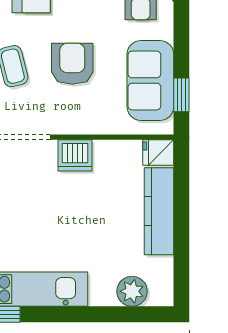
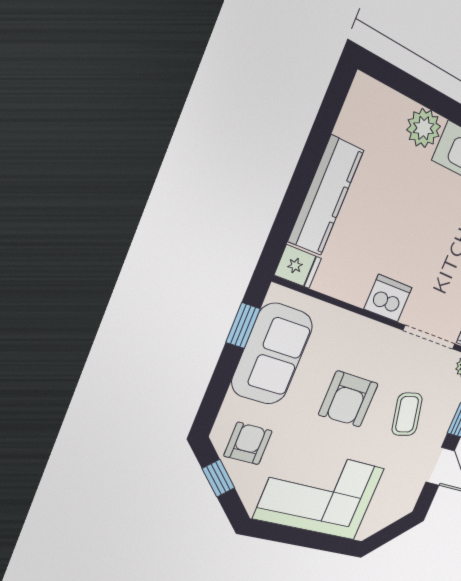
plant: (132, 291) -> (424, 128), moved

